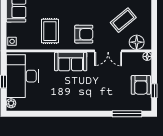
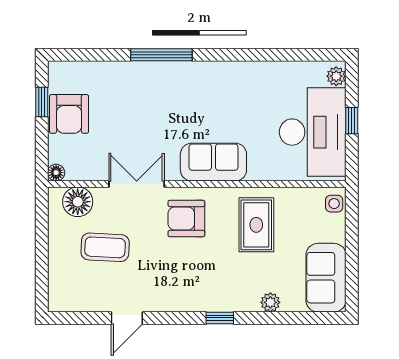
coffee table: (123, 20) -> (105, 247), turned 43
armchair: (141, 85) -> (69, 114), turned 180
window: (127, 114) -> (161, 55), moved

